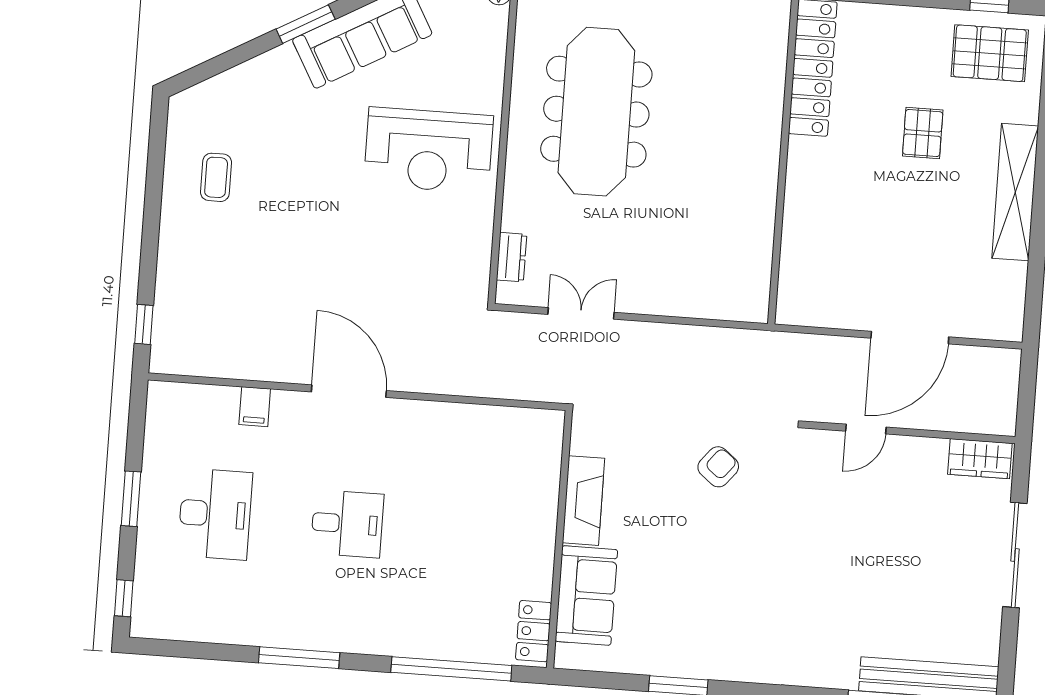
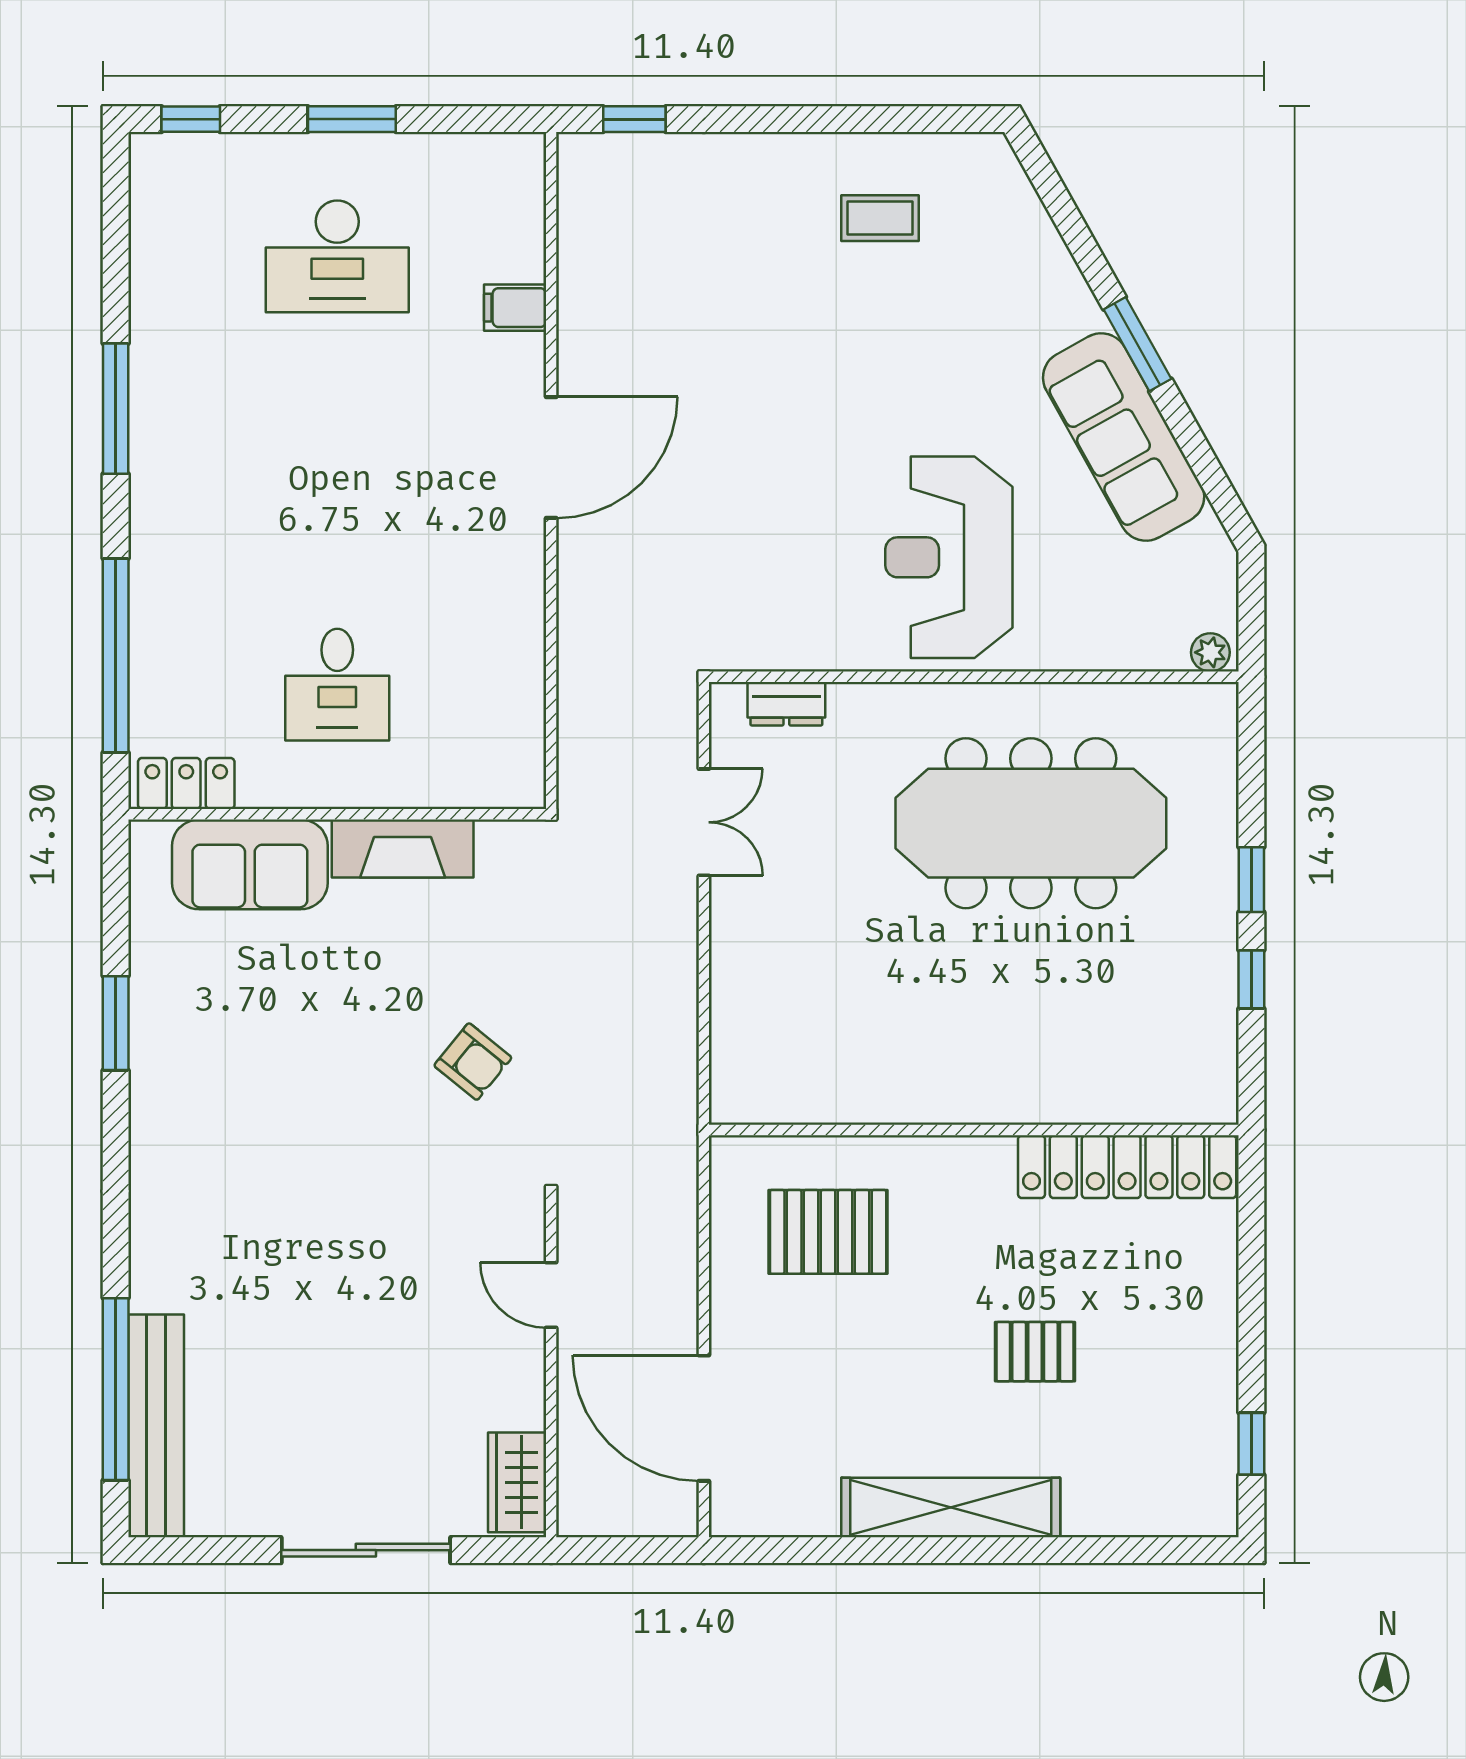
pallet: (990, 53) -> (828, 1232), moved, turned 90
door: (910, 338) -> (704, 1418), moved
desk: (347, 524) -> (337, 685), moved

